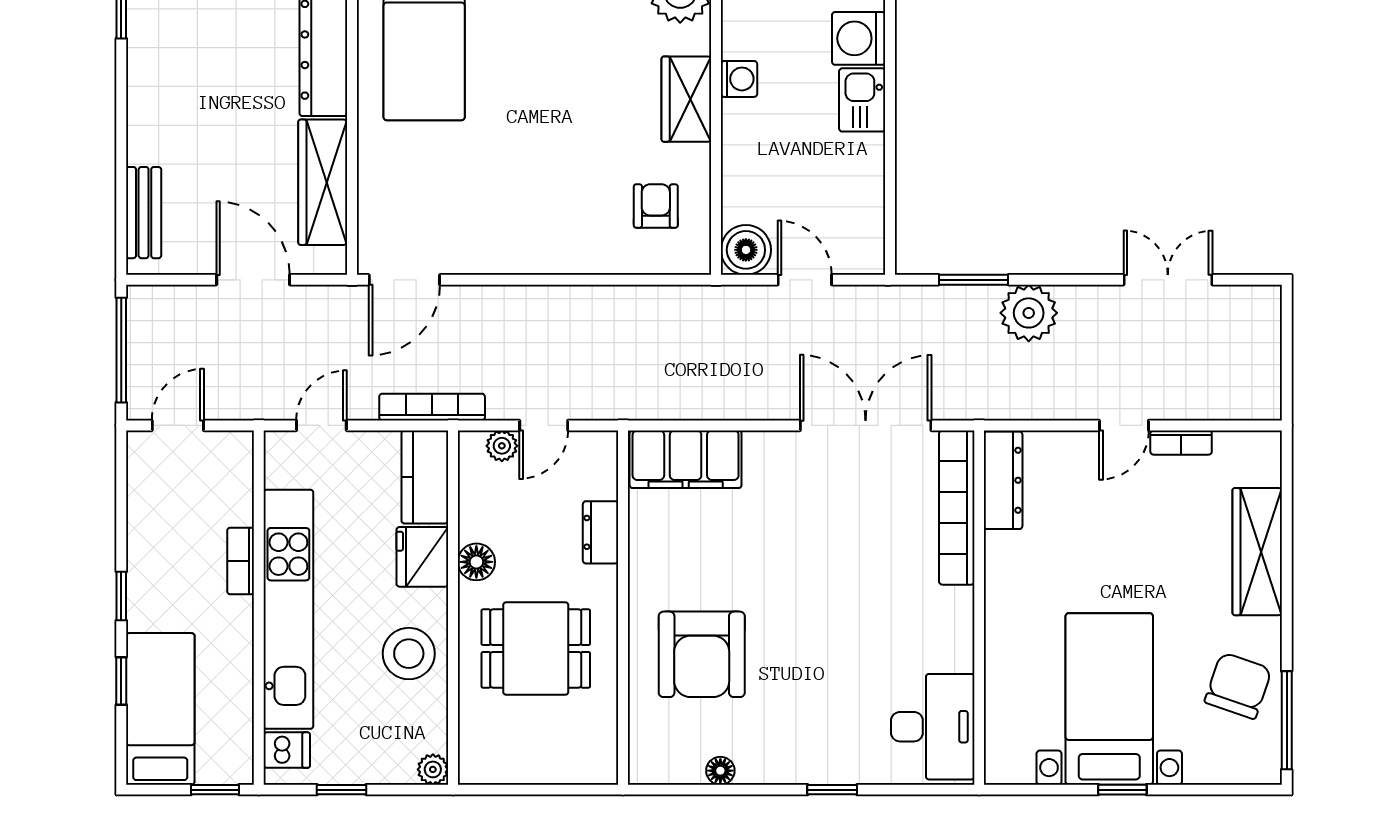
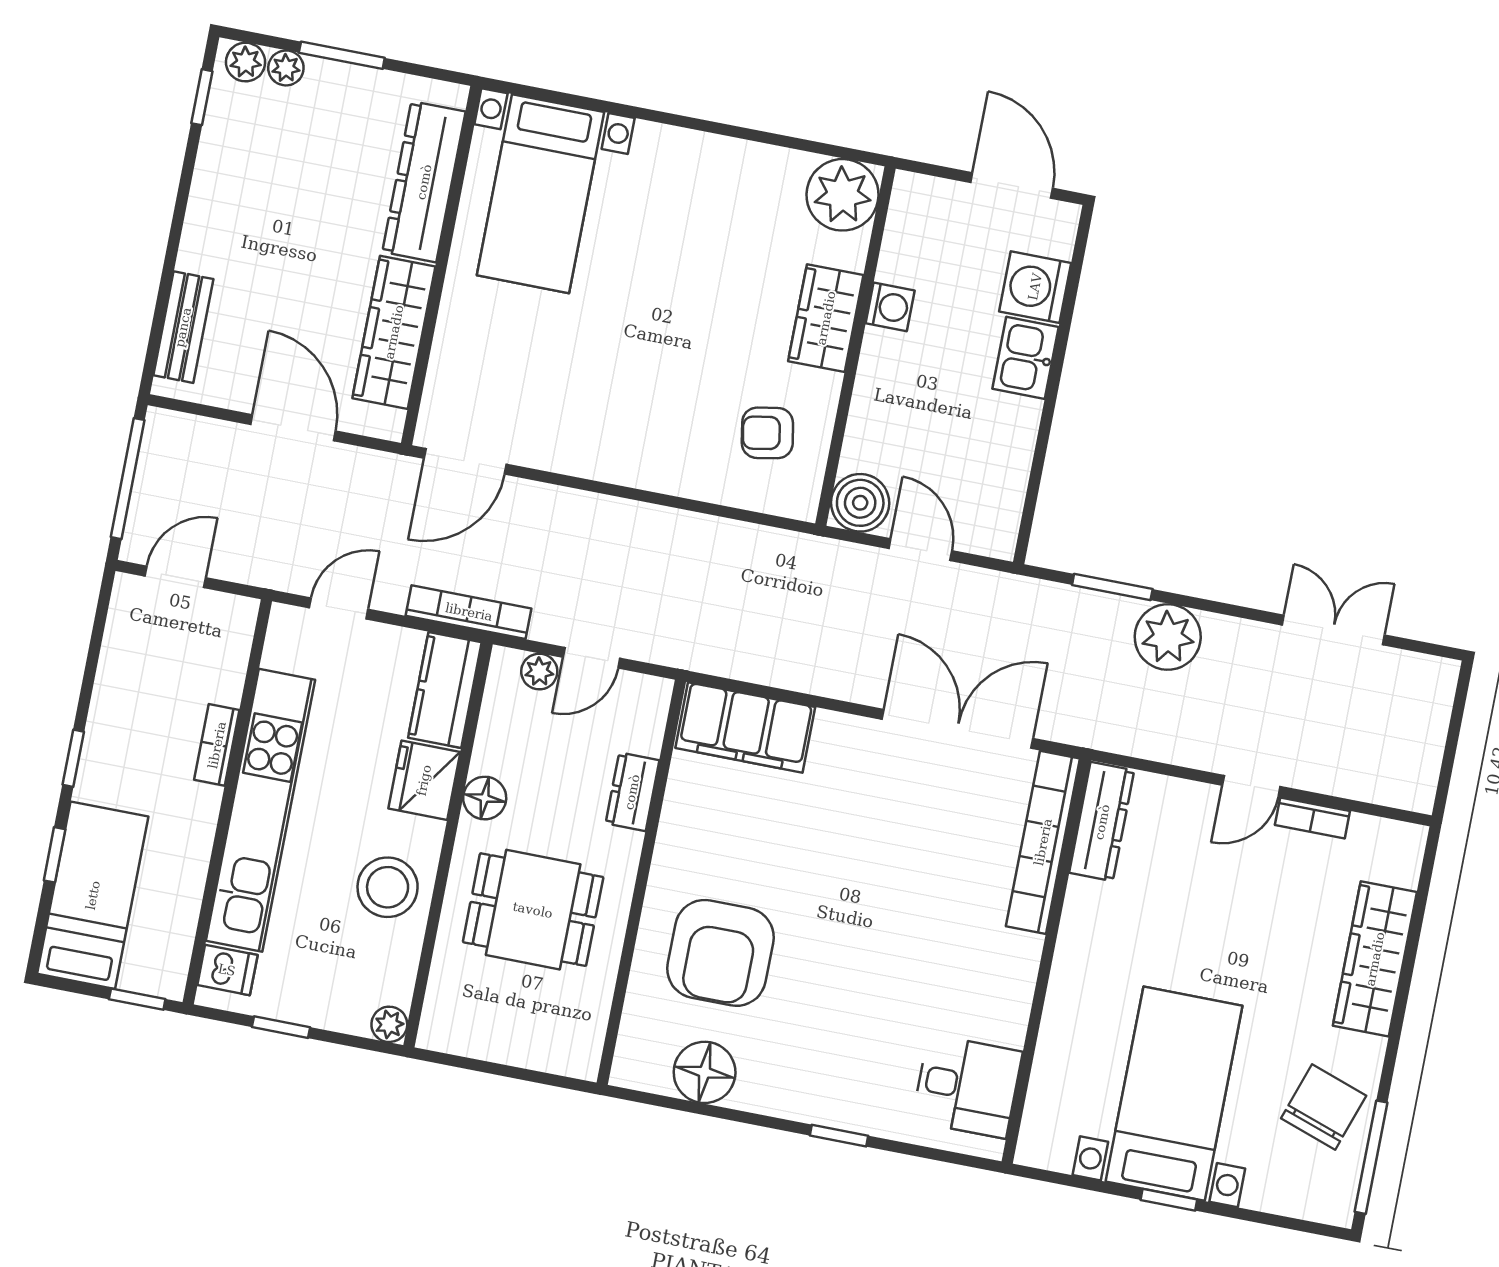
armchair: (656, 206) -> (767, 433), turned -100
desk: (933, 727) -> (967, 1086), width x0.73
floor lamp: (720, 771) -> (705, 1072), width x1.89, depth x1.89

